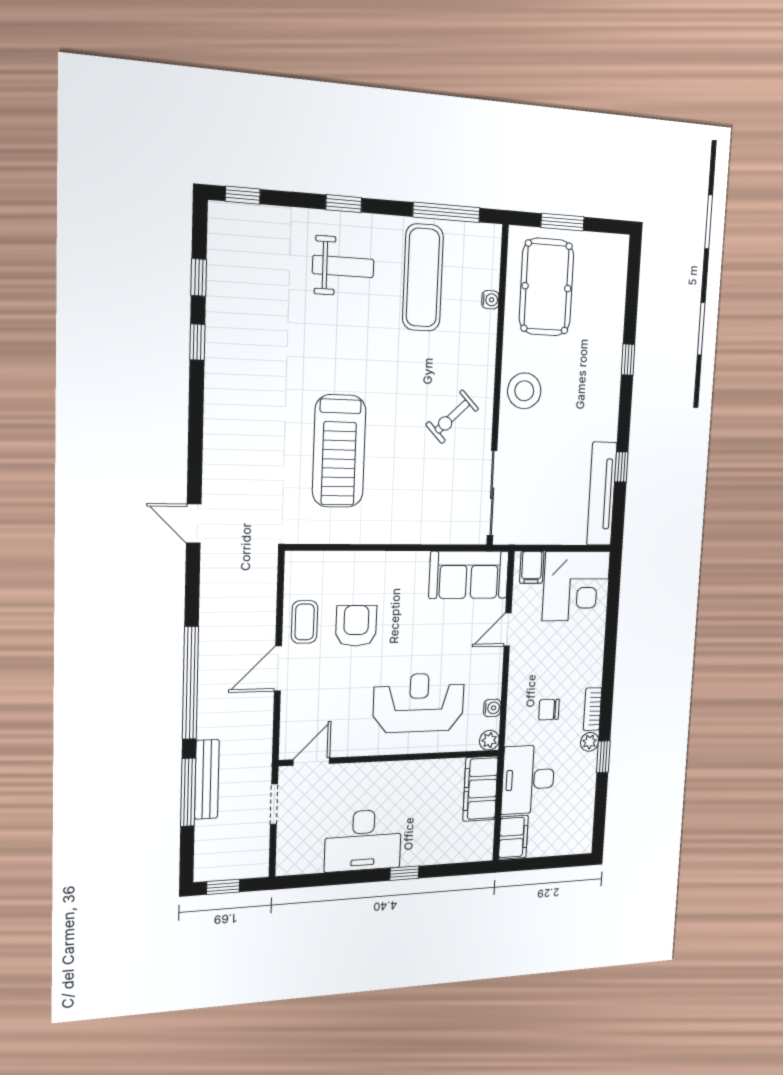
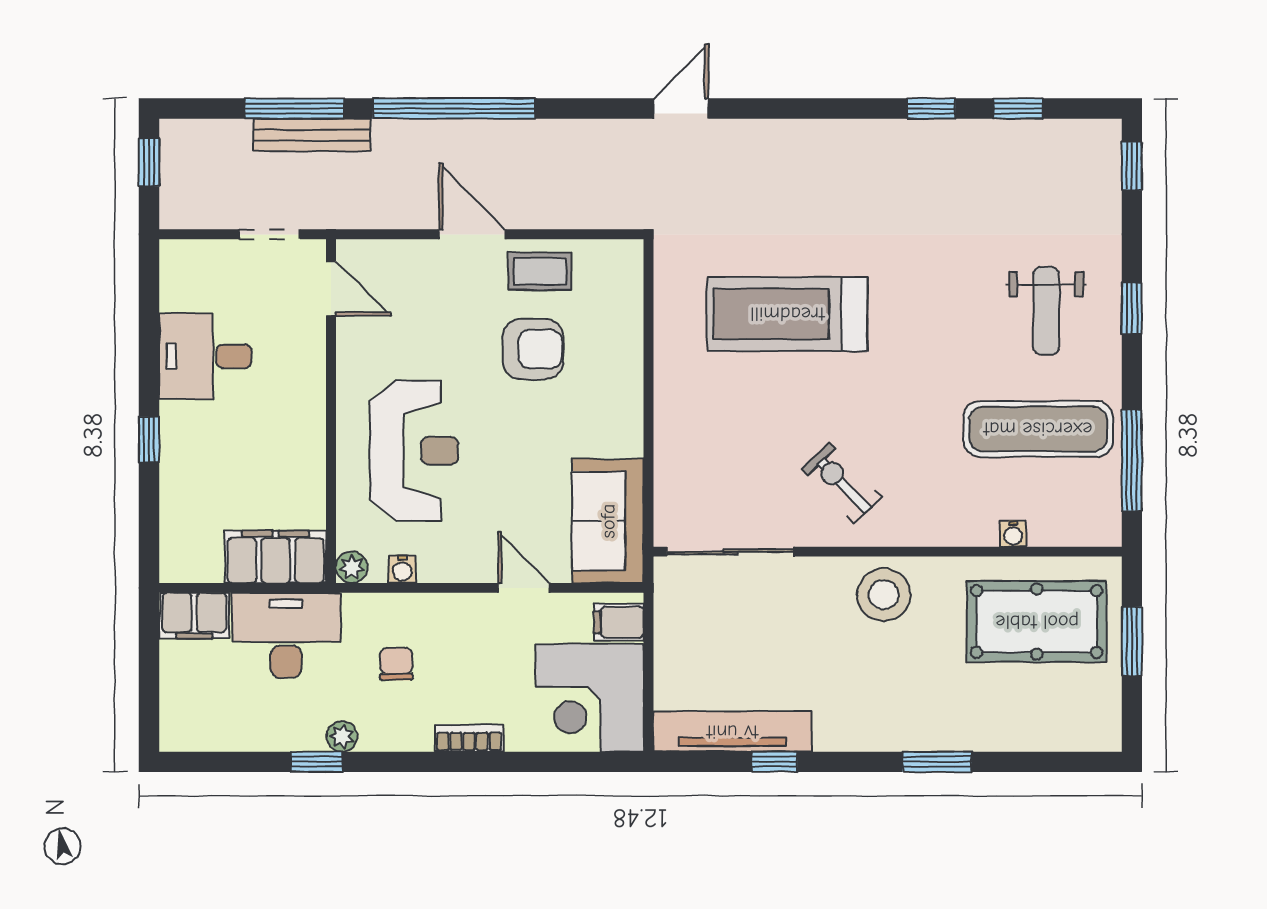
window: (628, 360) -> (937, 762), width x1.50
bookcase: (593, 709) -> (469, 738), moved
desk: (363, 840) -> (205, 356), width x0.73

